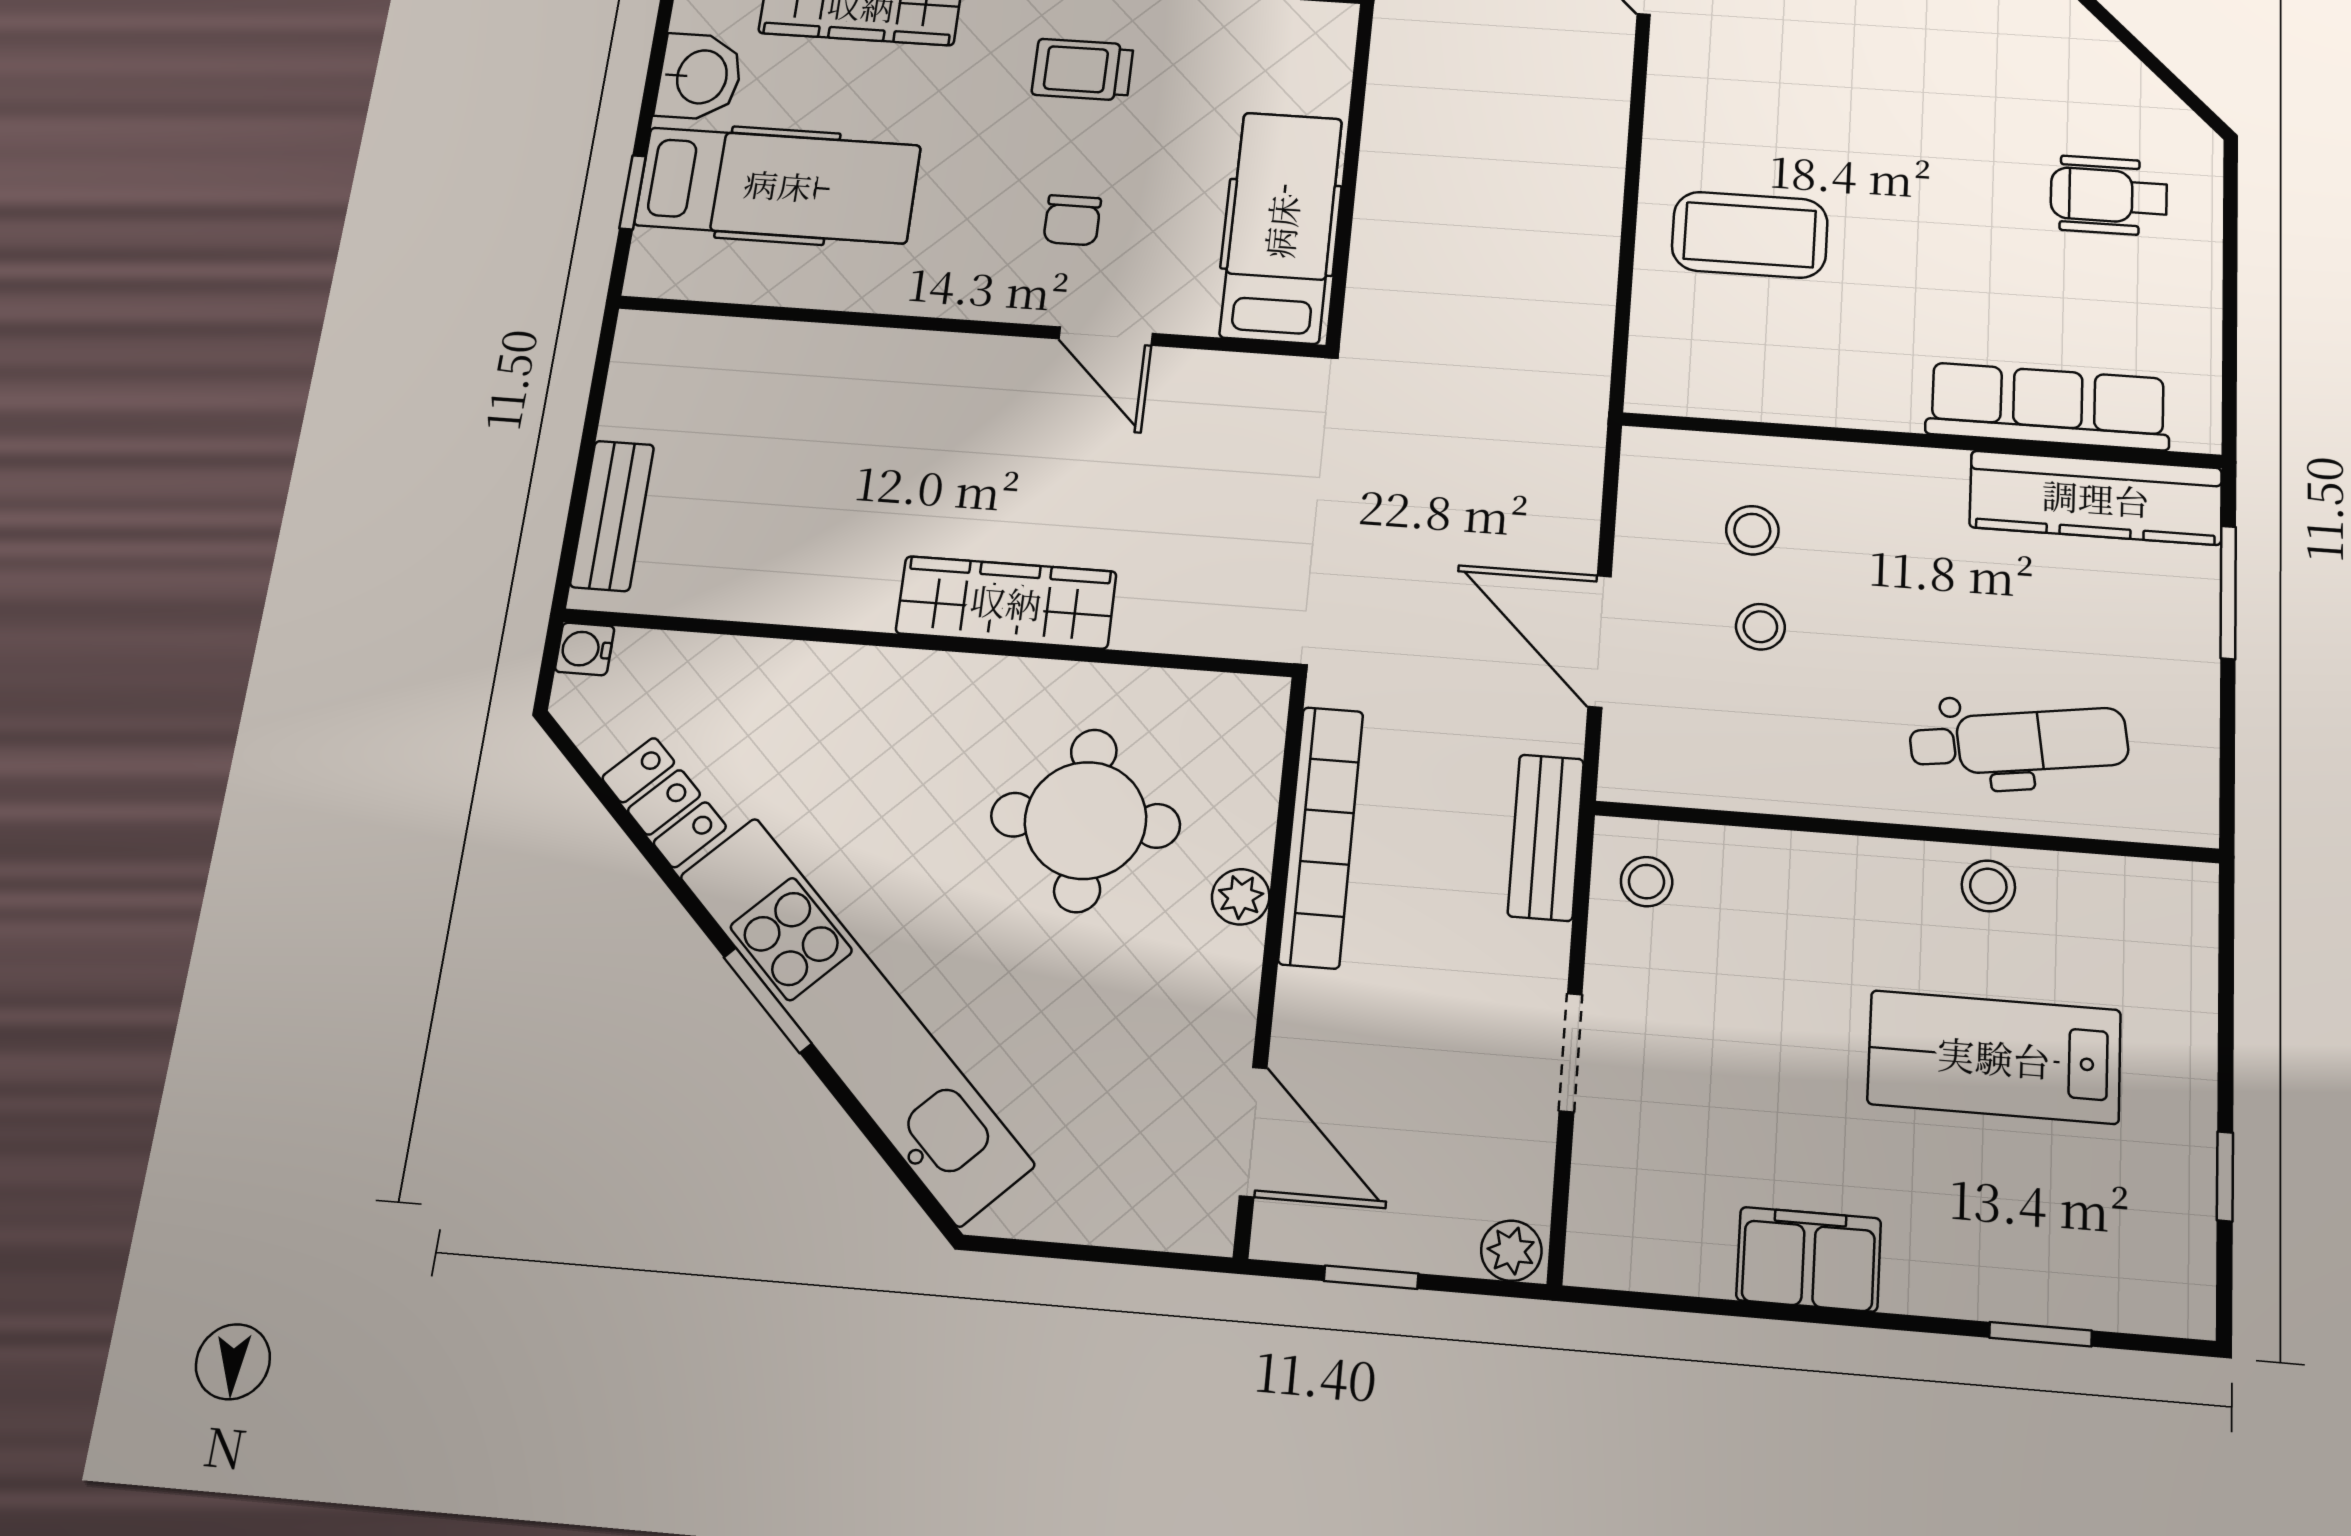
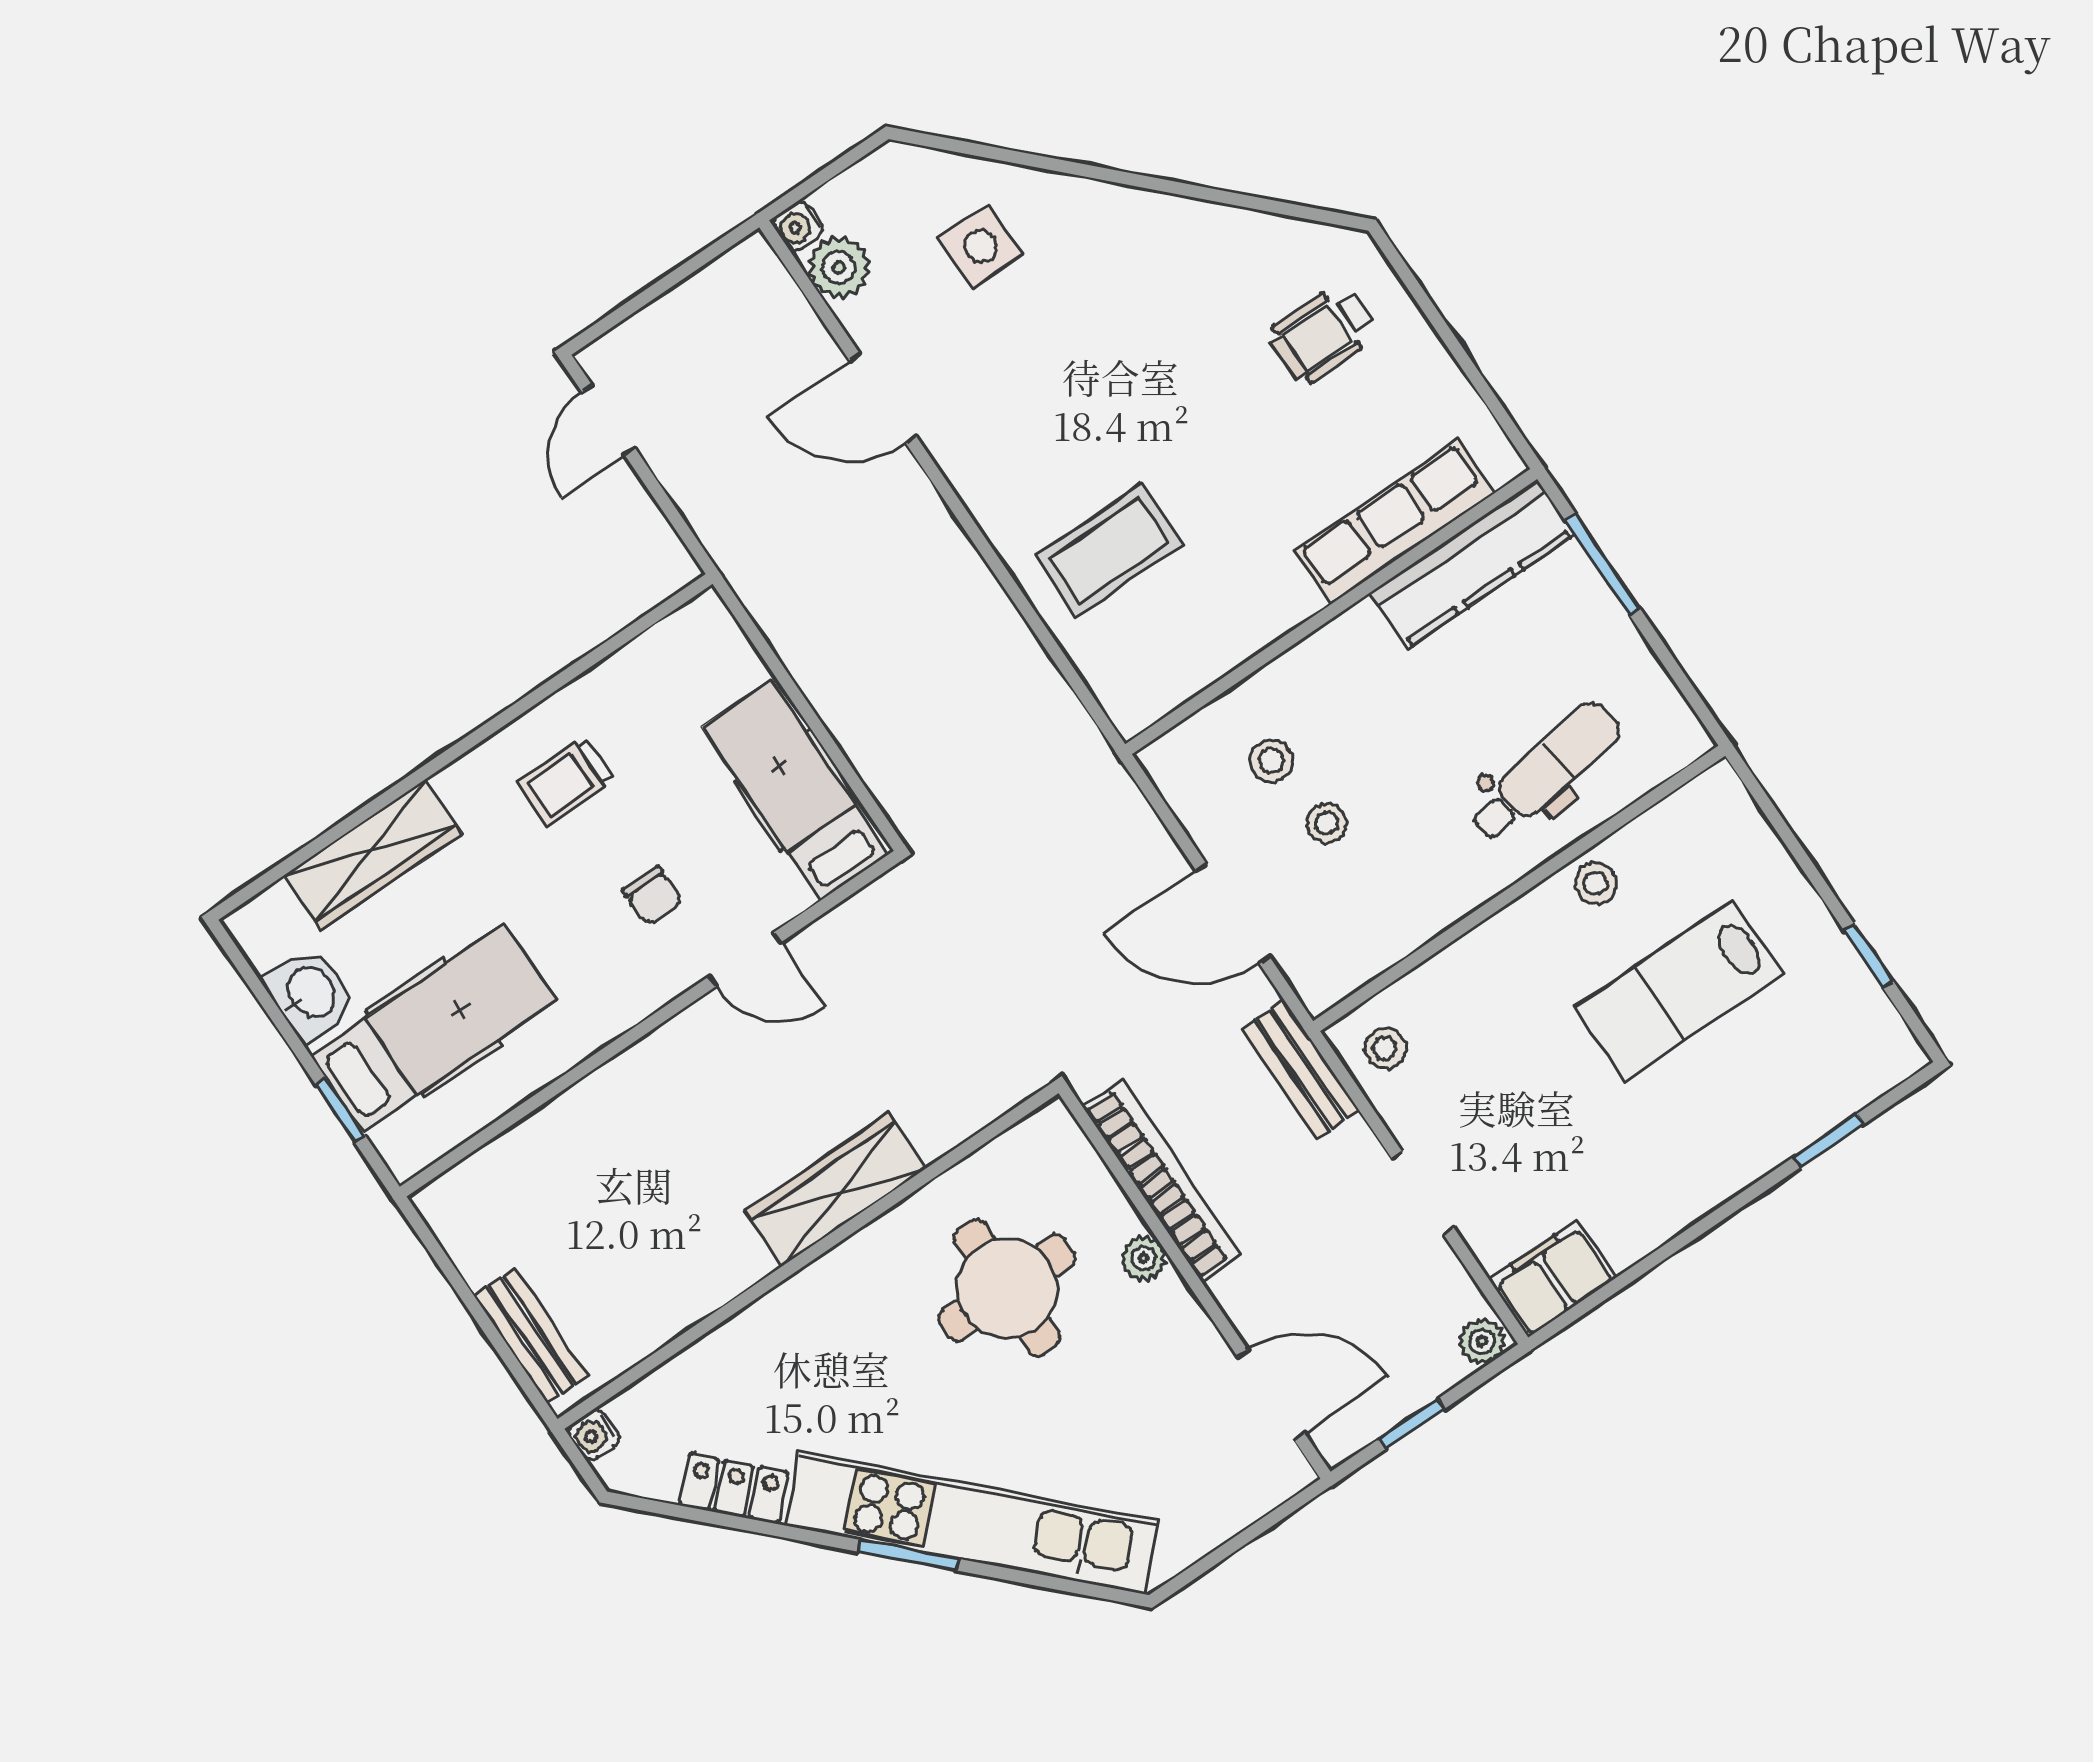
filing cabinet: (1809, 1259) -> (1552, 1278), moved

